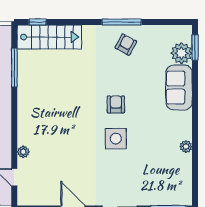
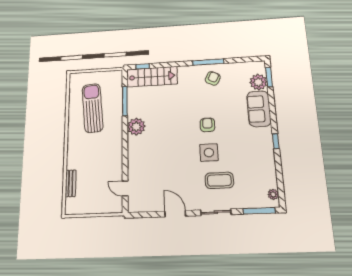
window: (195, 129) -> (276, 141), added
plant: (186, 147) -> (273, 194), moved
plant: (23, 152) -> (136, 127), moved, width x1.88, depth x1.88
coffee table: (126, 172) -> (219, 180), added

